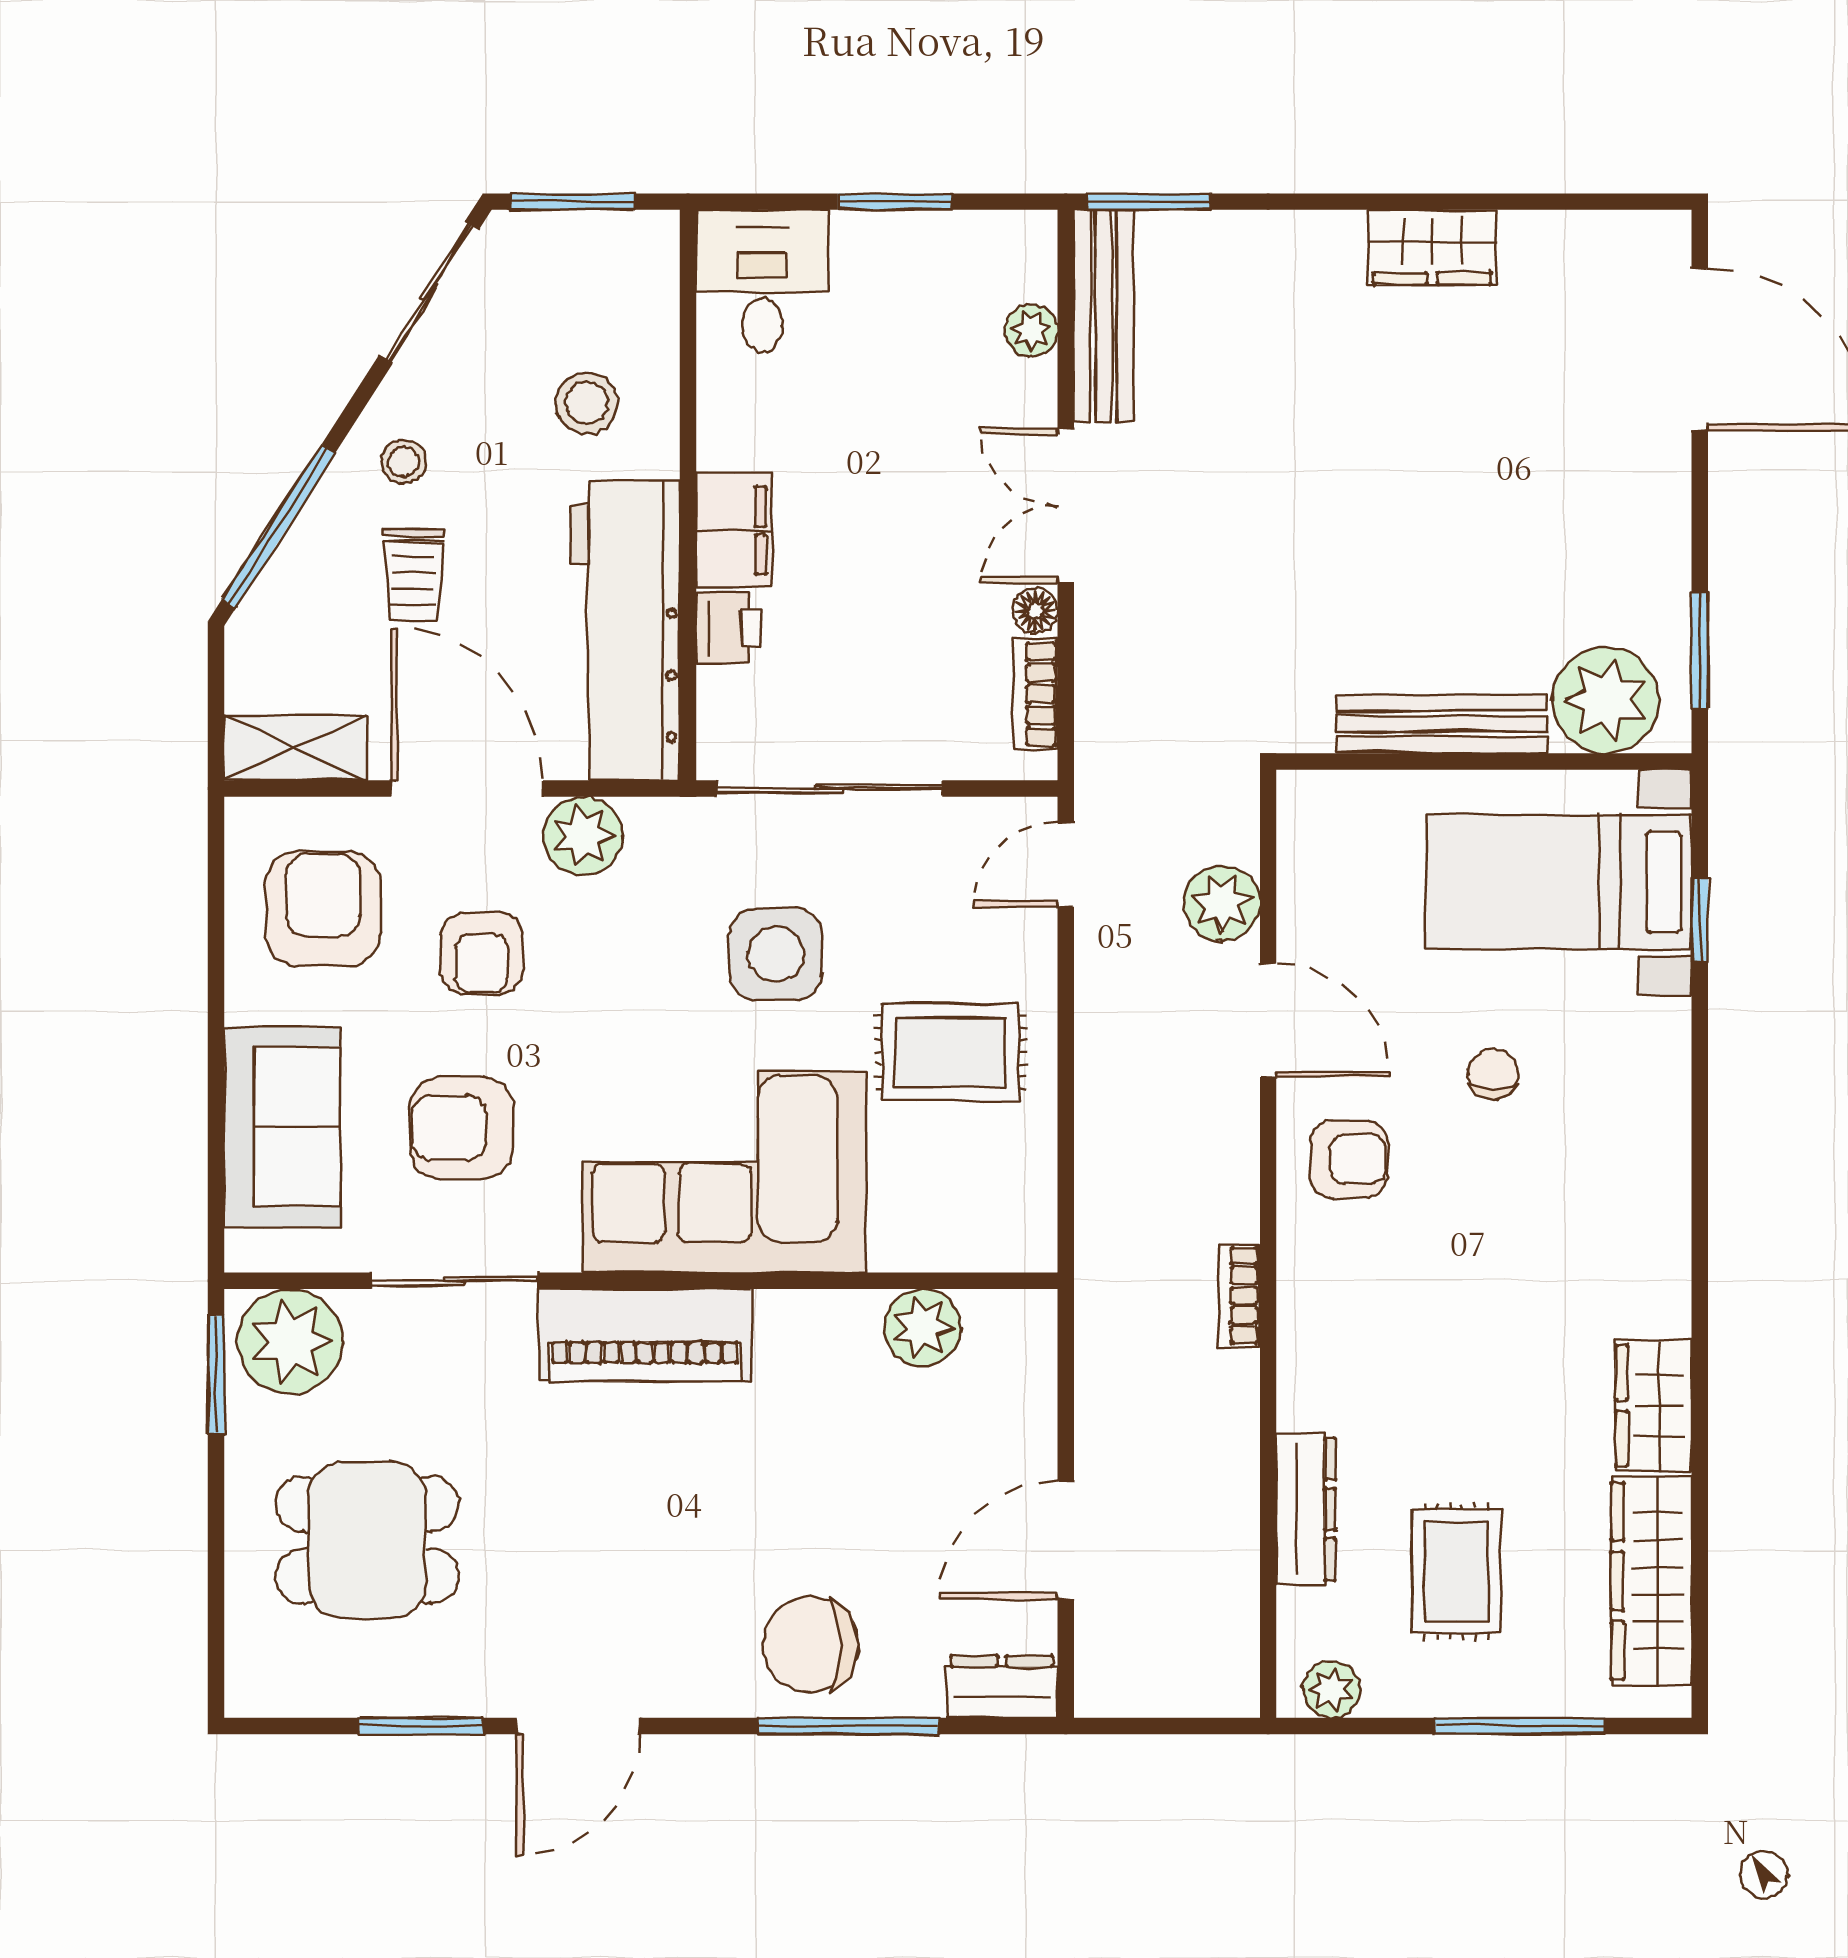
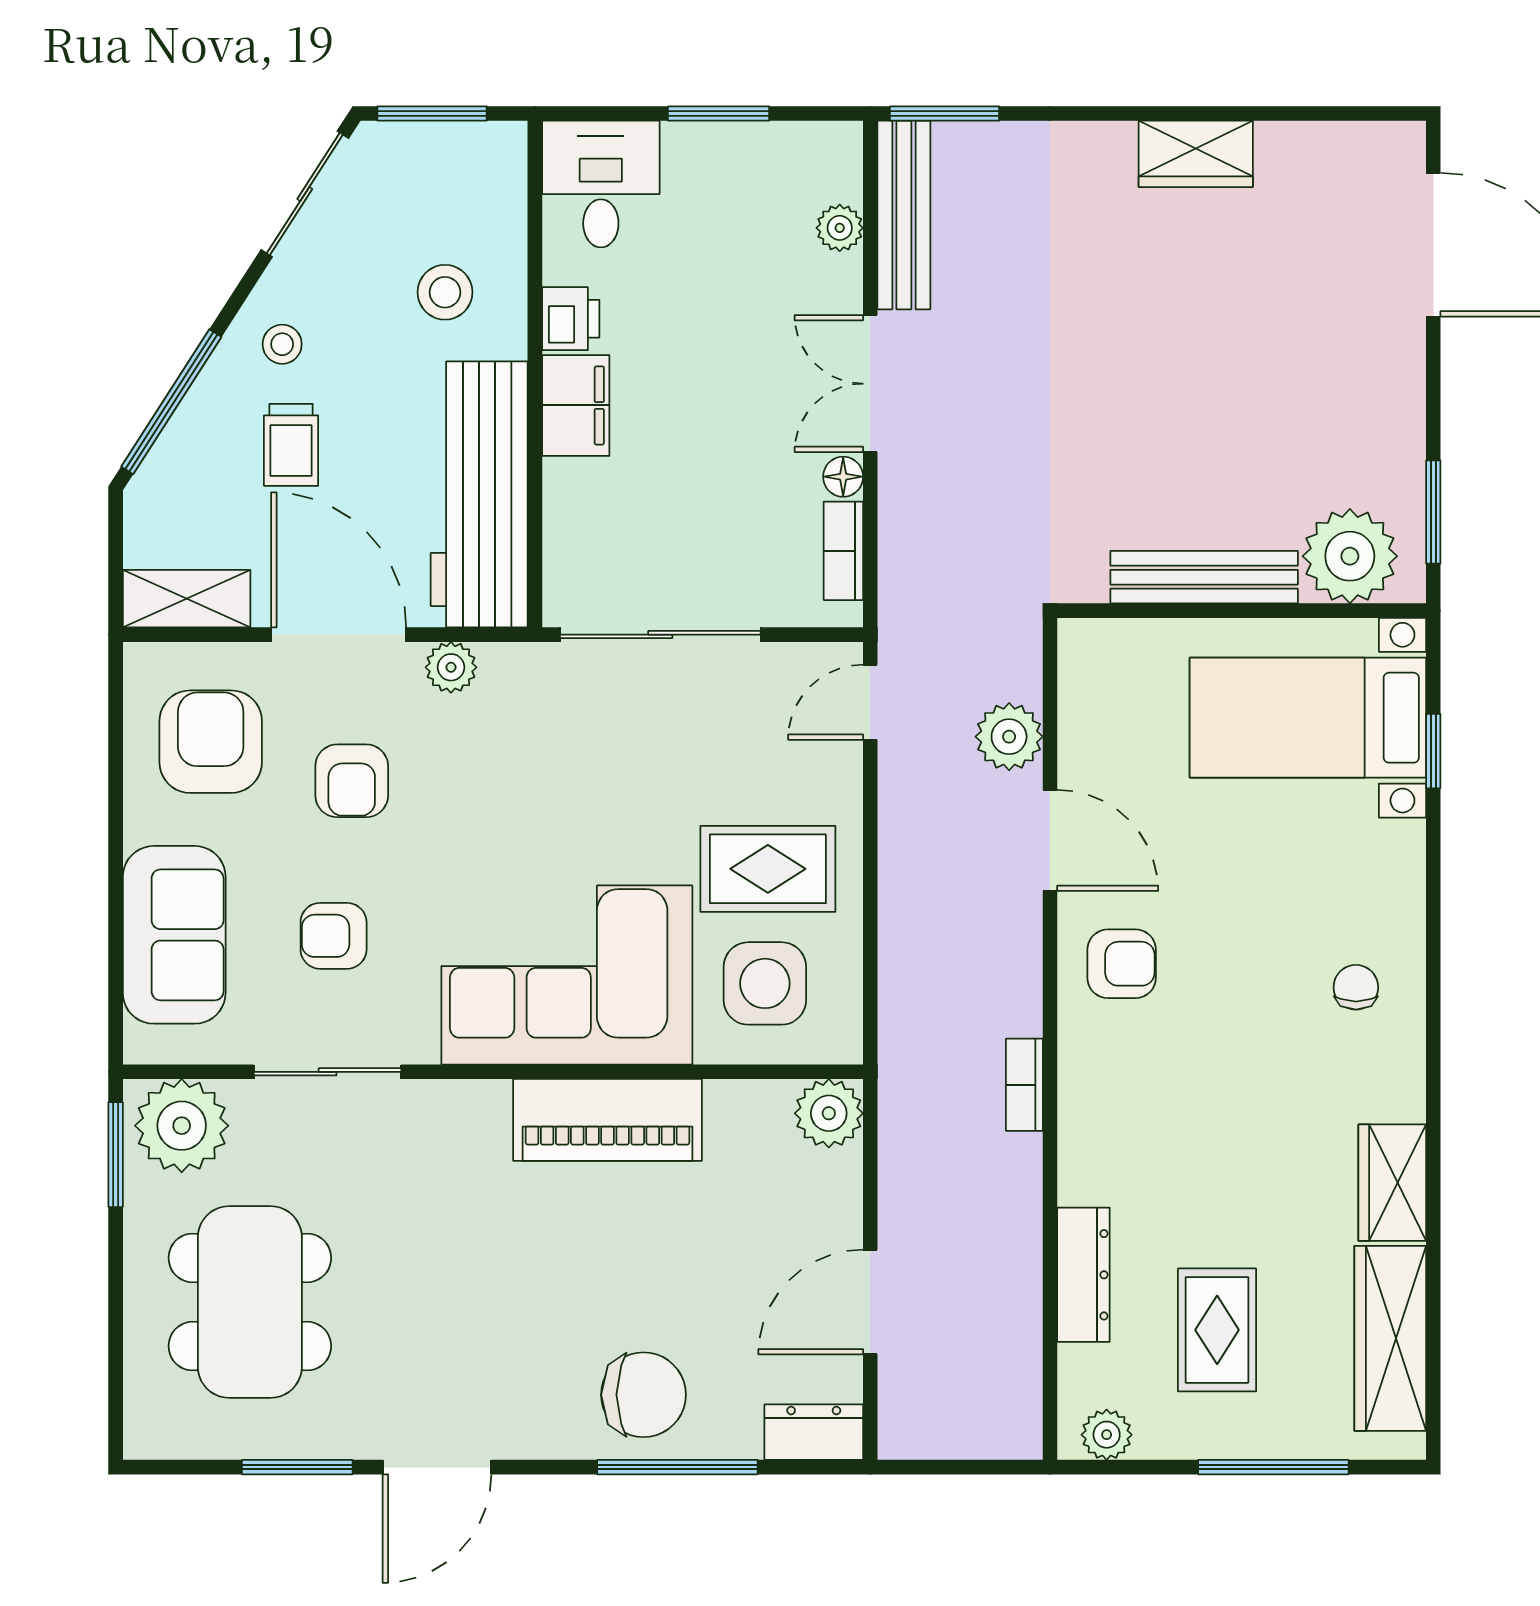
printer: (728, 628) -> (571, 319), moved
plant: (583, 836) -> (451, 667), width x0.73, depth x0.73
side table: (776, 954) -> (765, 983), moved
chair: (1493, 1074) -> (1356, 987), moved
armchair: (461, 1128) -> (334, 936), width x0.72, depth x0.72
plant: (922, 1328) -> (829, 1113), moved
piano: (645, 1335) -> (608, 1120), moved
dining table: (367, 1540) -> (250, 1302), width x1.38
chair: (810, 1645) -> (644, 1395), turned 180

